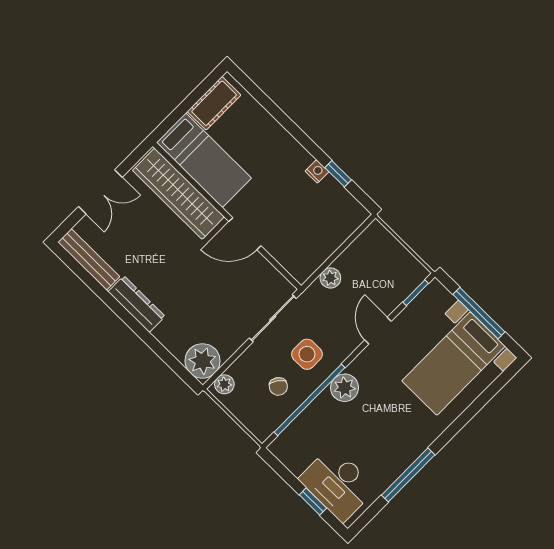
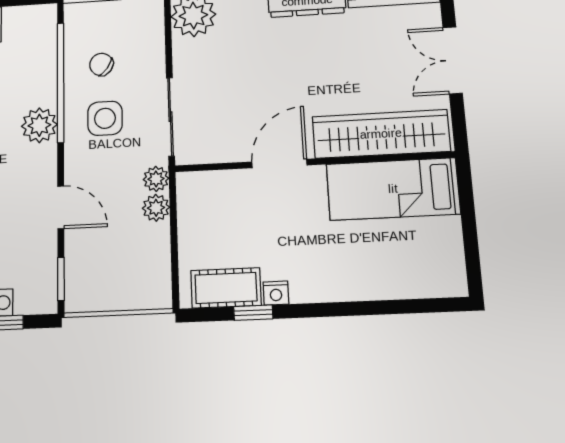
cot: (214, 103) -> (226, 288), moved, turned 90
plant: (224, 384) -> (156, 179), moved

